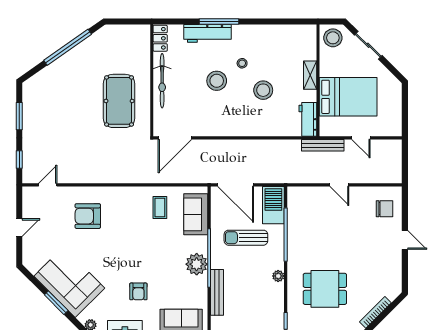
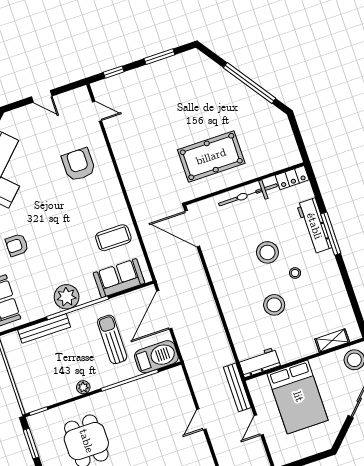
shelving: (310, 75) -> (332, 341), moved
coffee table: (160, 207) -> (113, 238), width x1.36, depth x1.30

